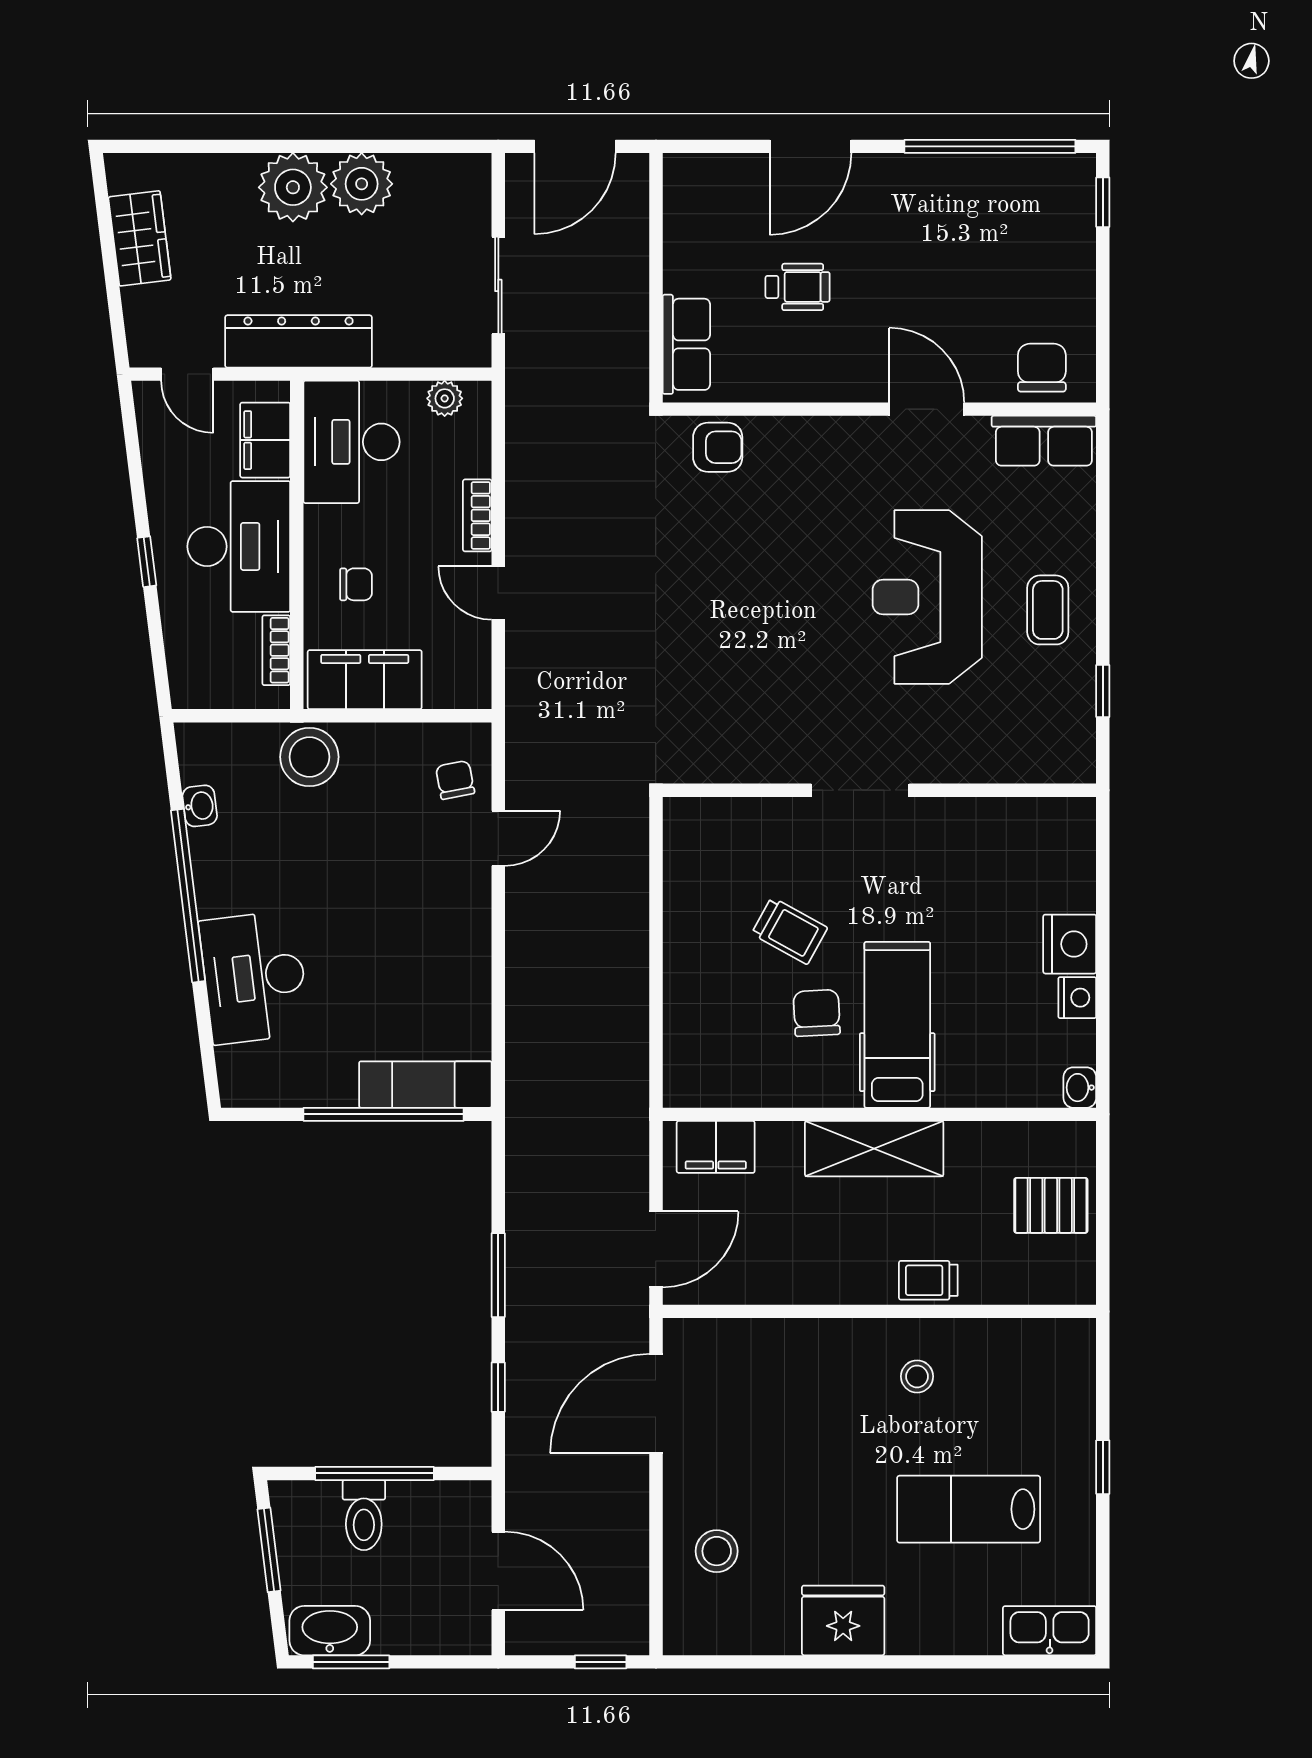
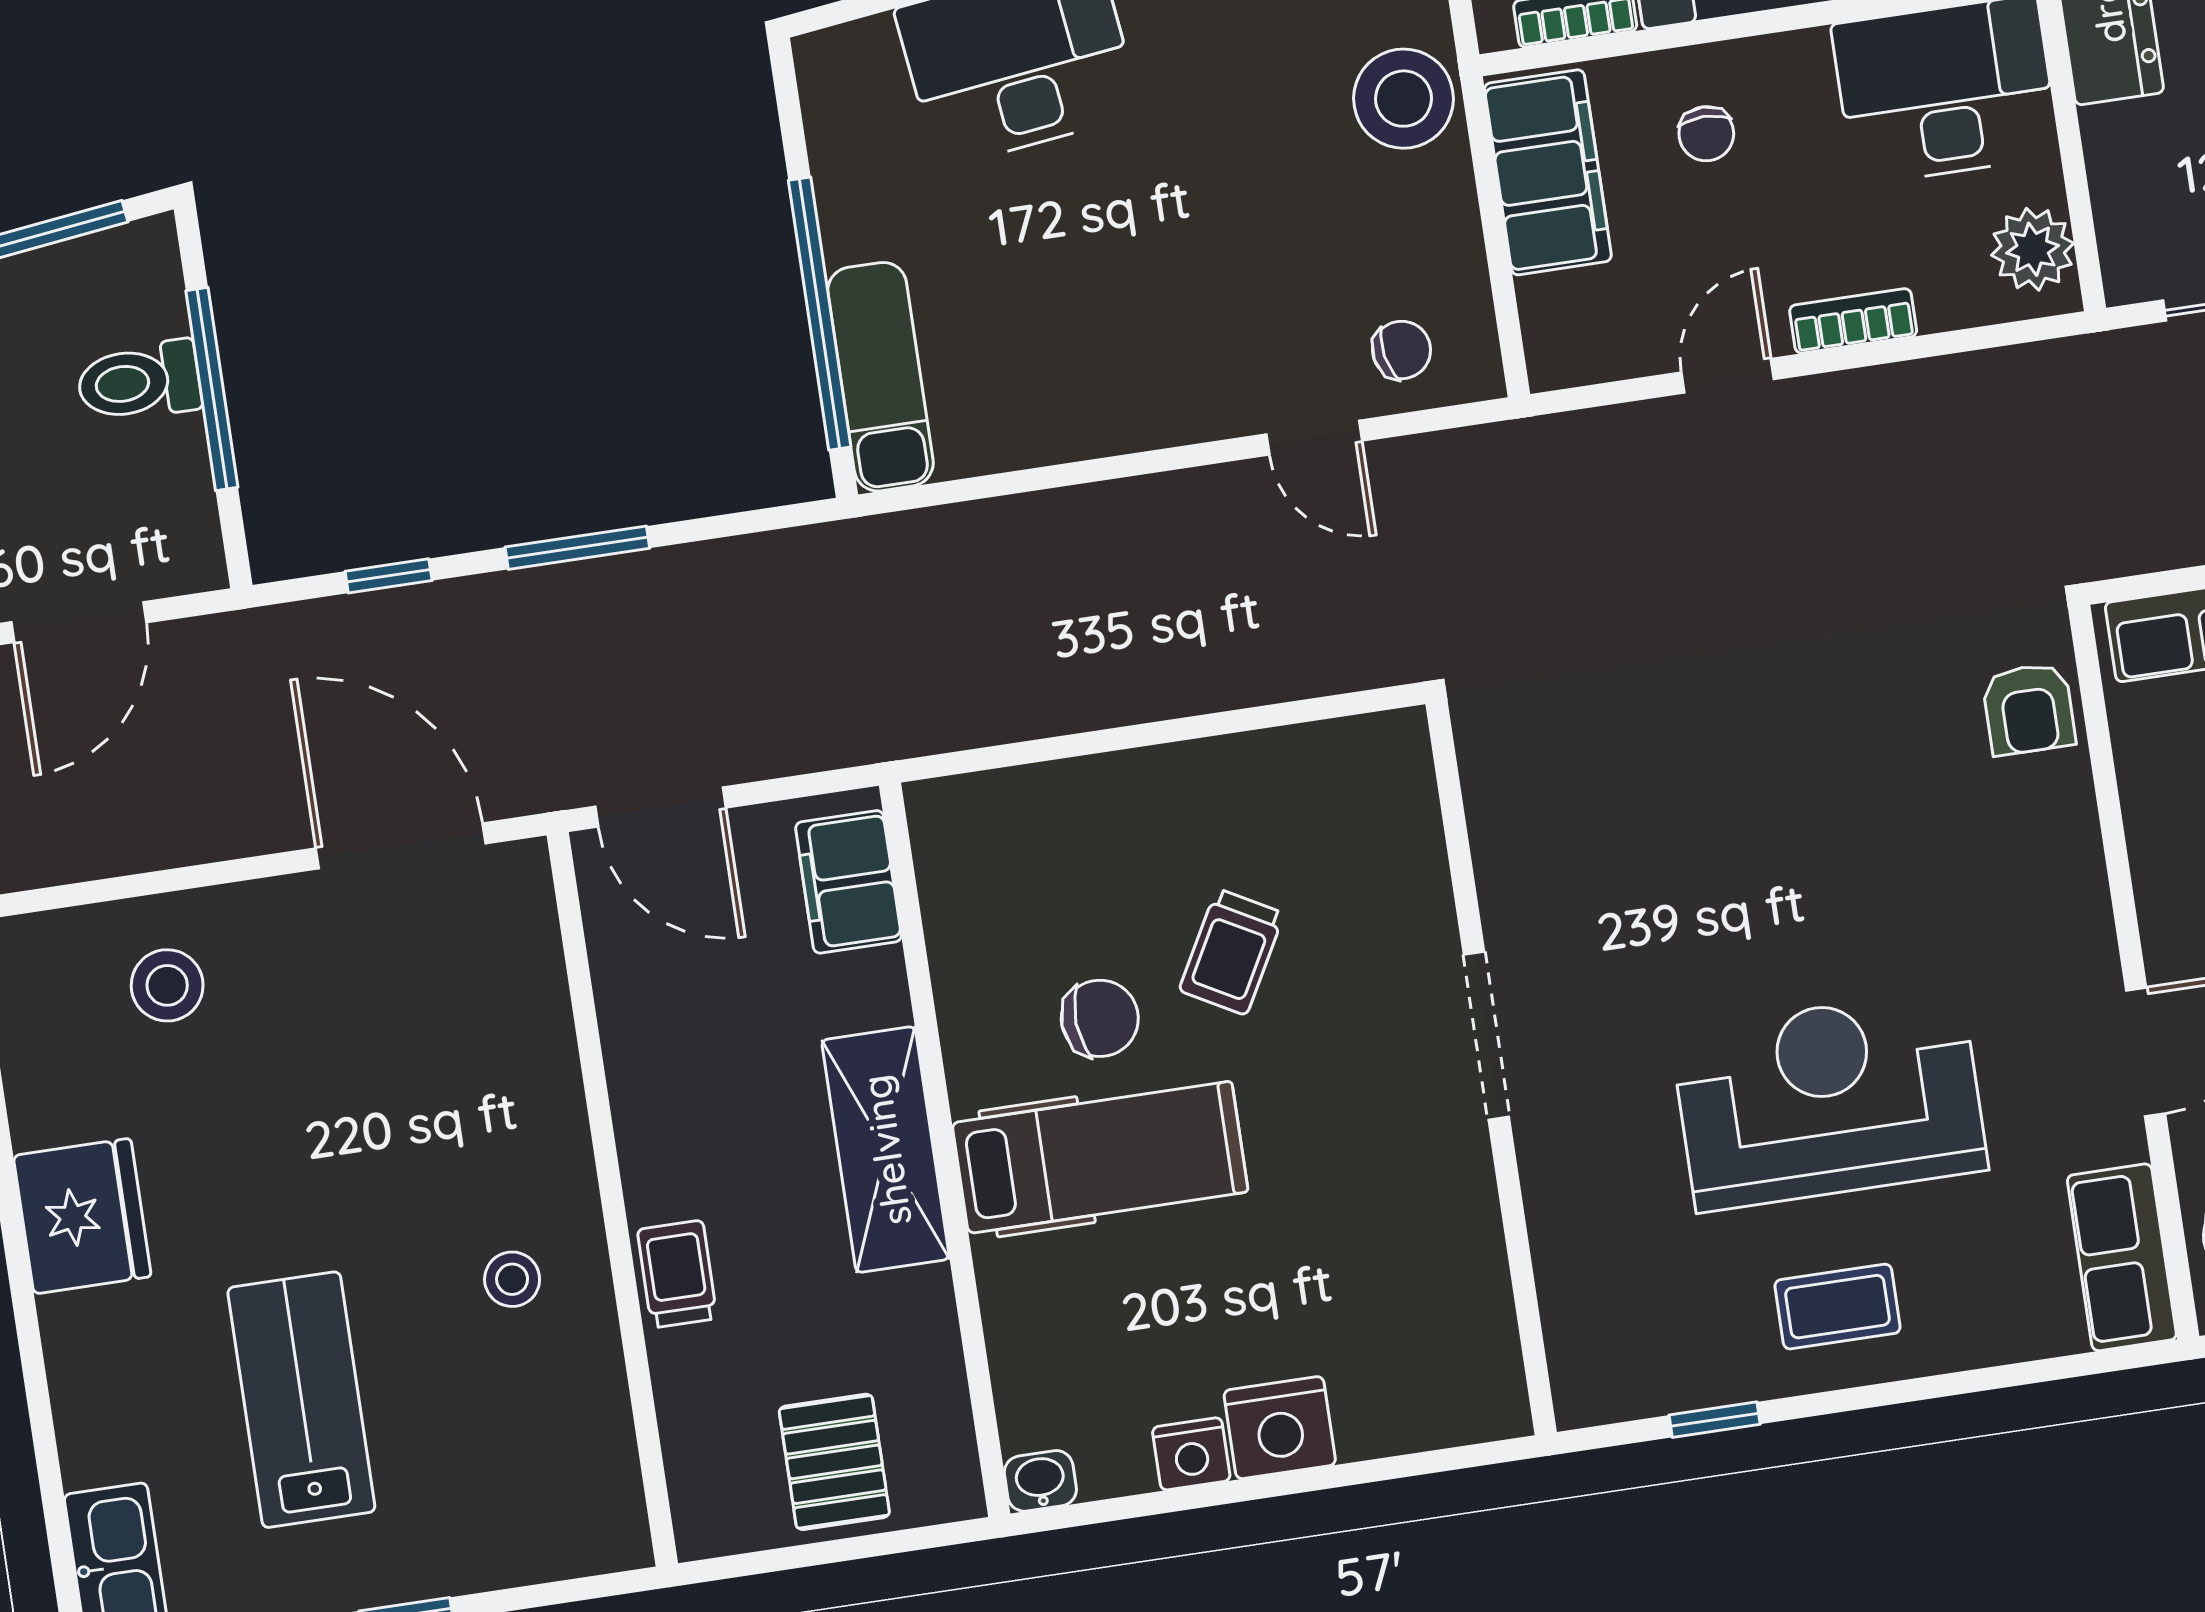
plant: (445, 398) -> (2033, 249), width x1.38, depth x1.38

